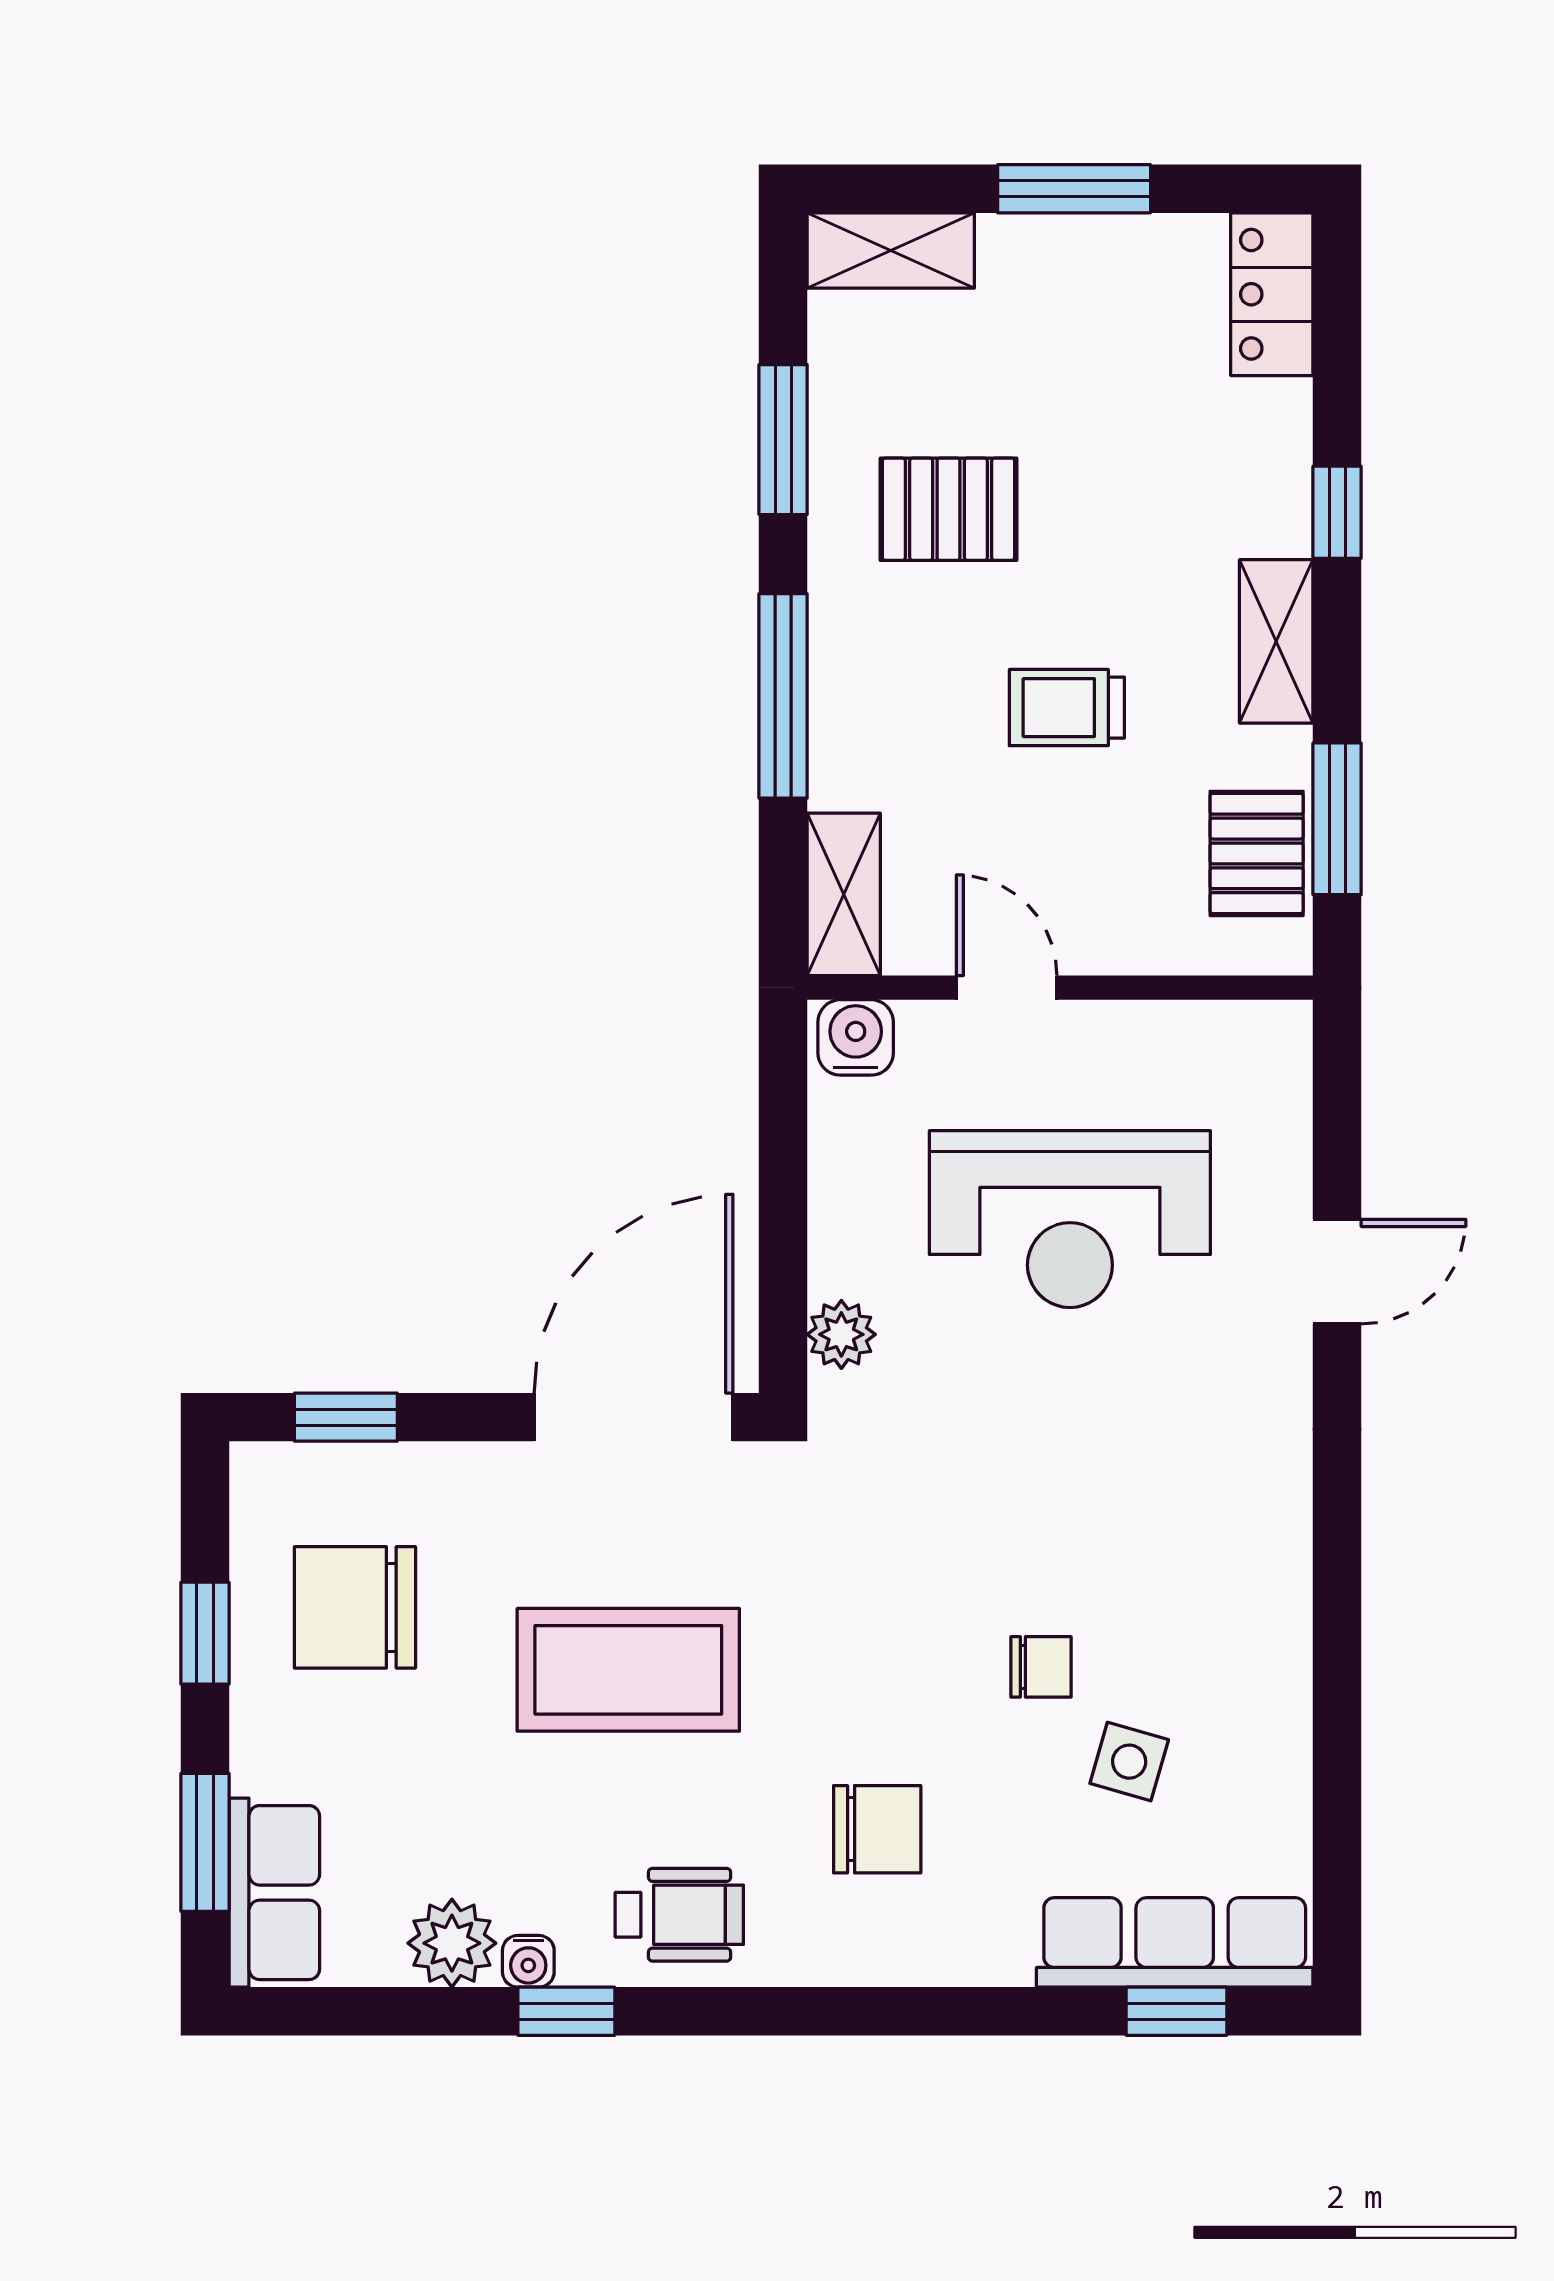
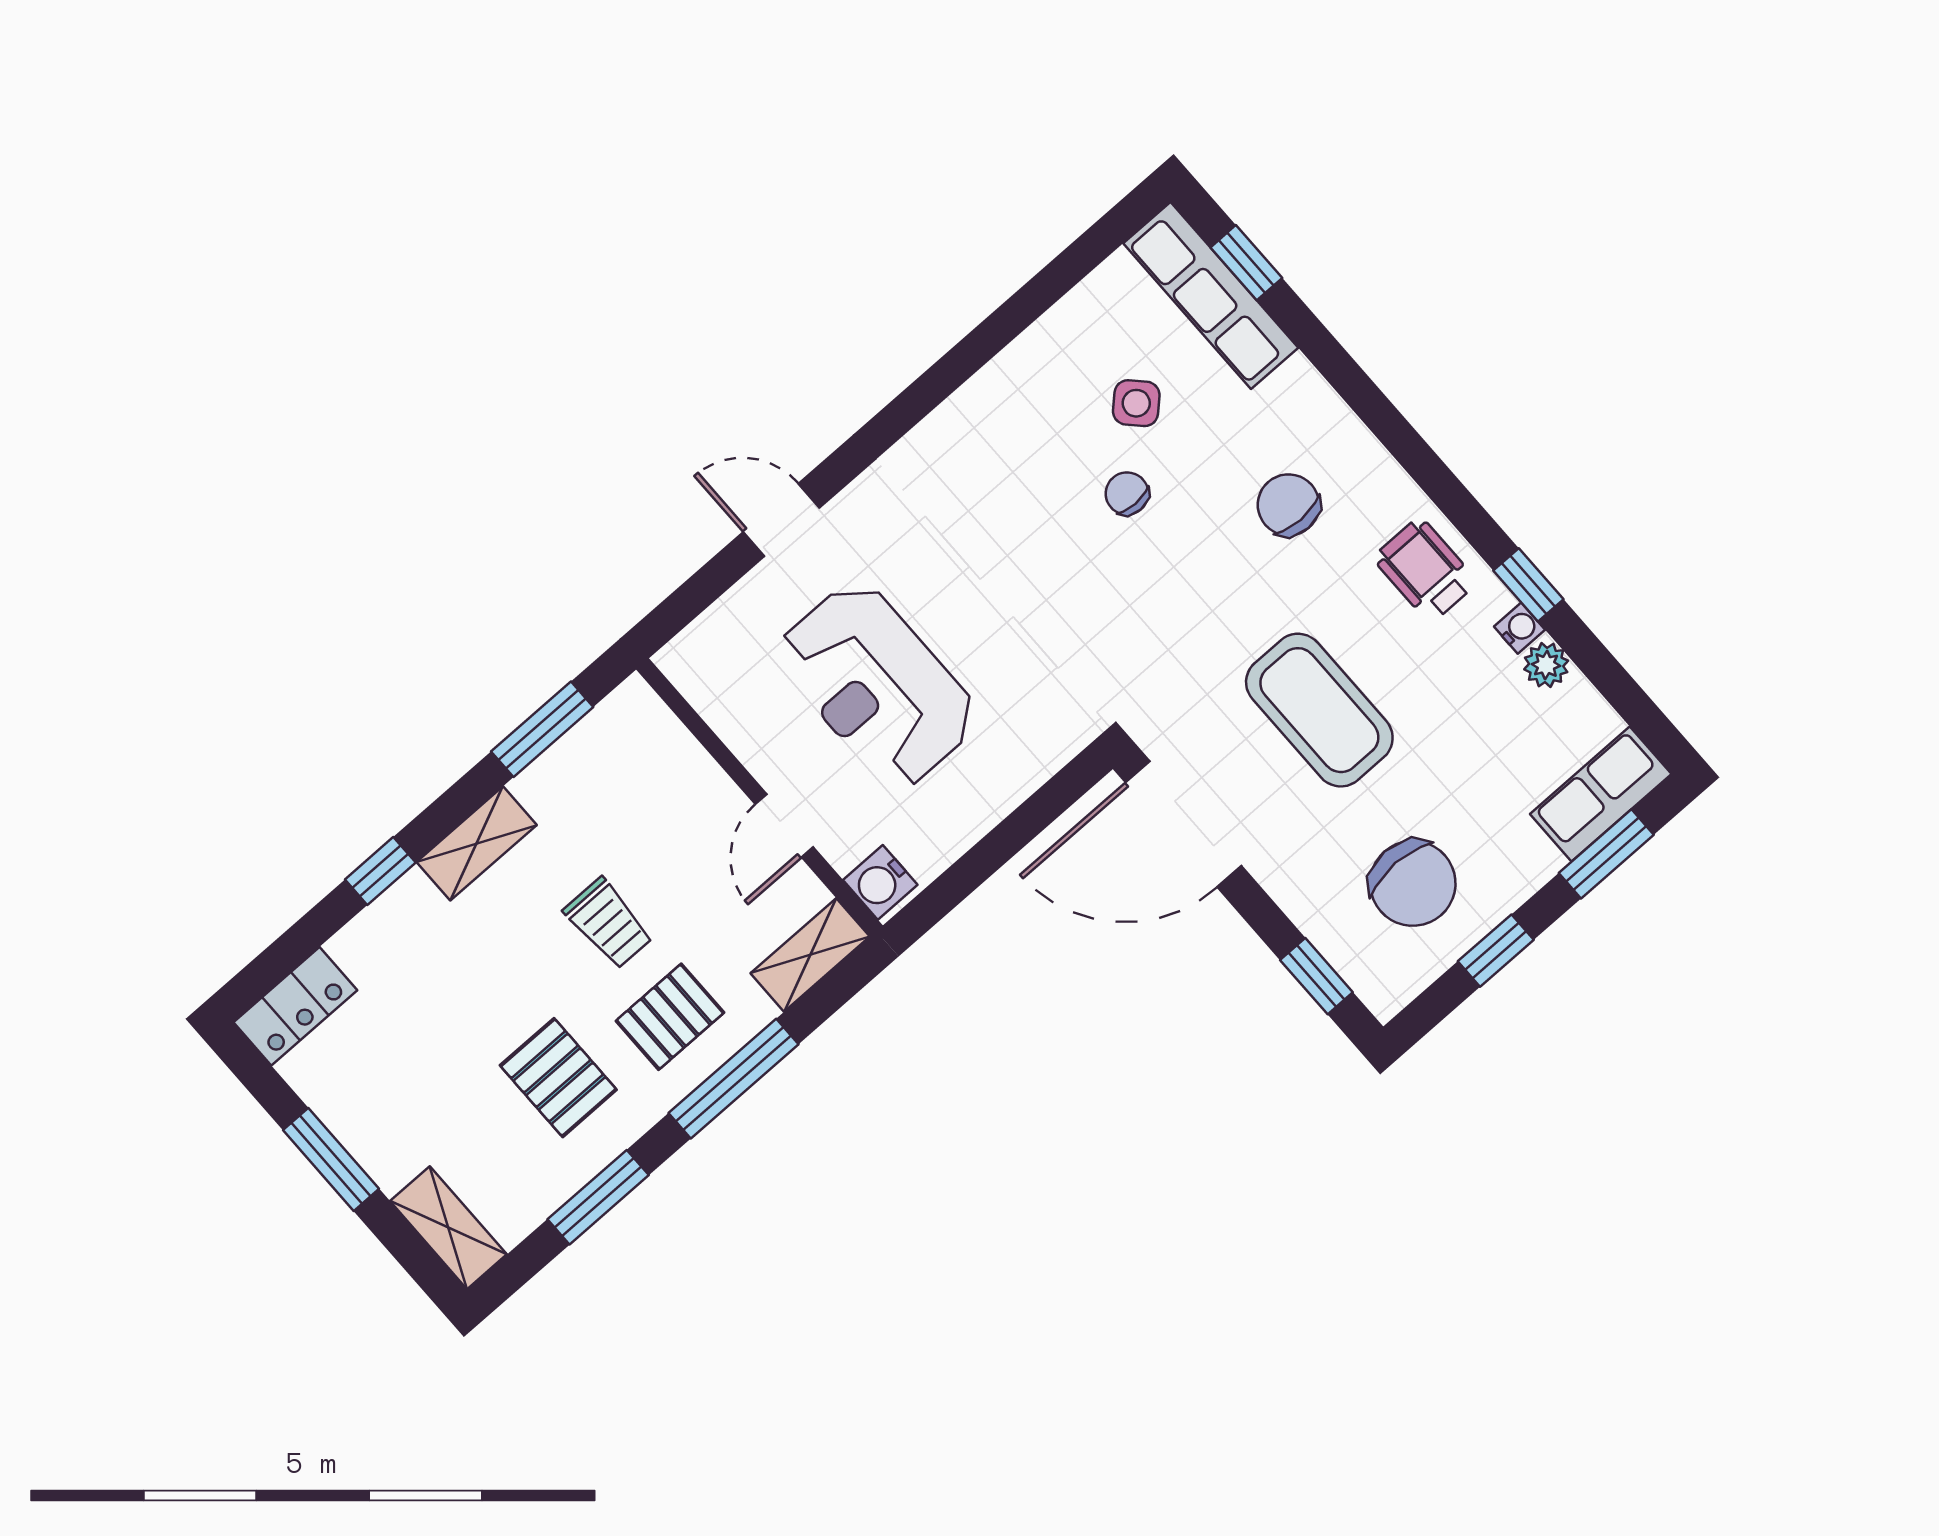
pallet: (1257, 853) -> (670, 1017), moved
reception desk: (1070, 1219) -> (877, 685), turned 180
plant: (841, 1334) -> (1044, 753), removed
side table: (1129, 1762) -> (1136, 403), turned 30
plant: (452, 1943) -> (1546, 665), width x0.73, depth x0.73

